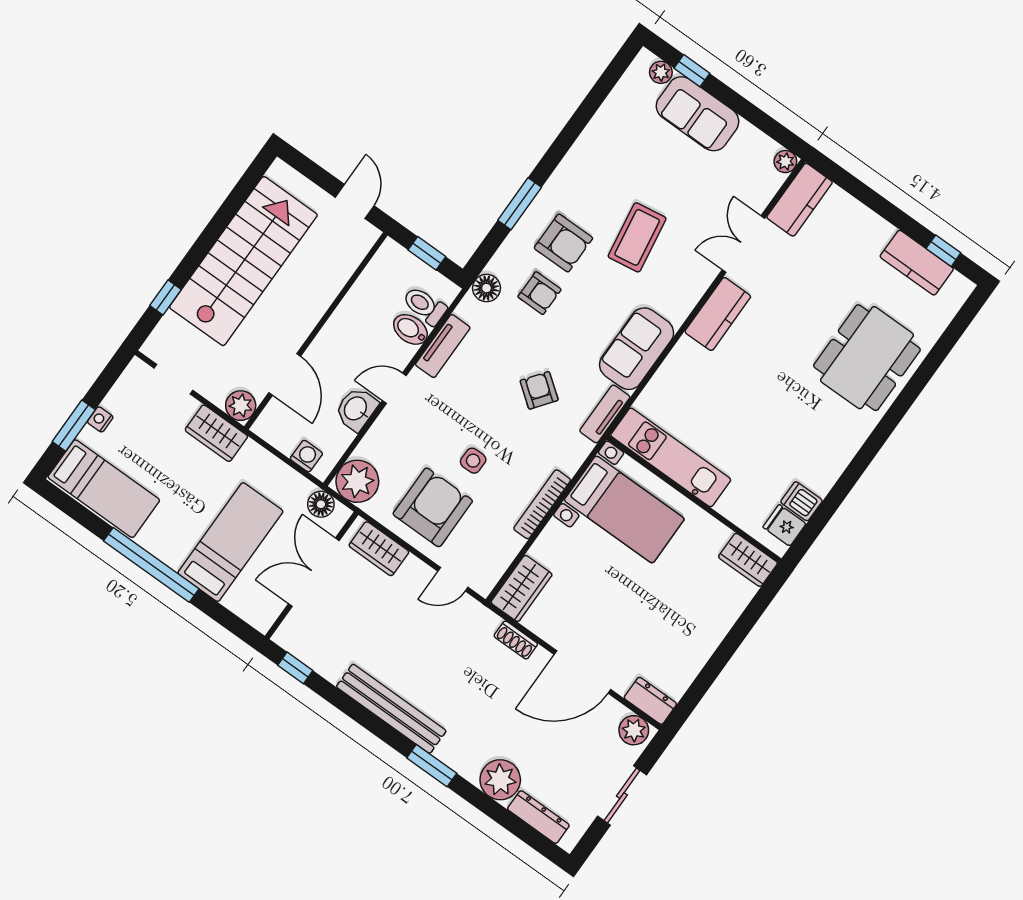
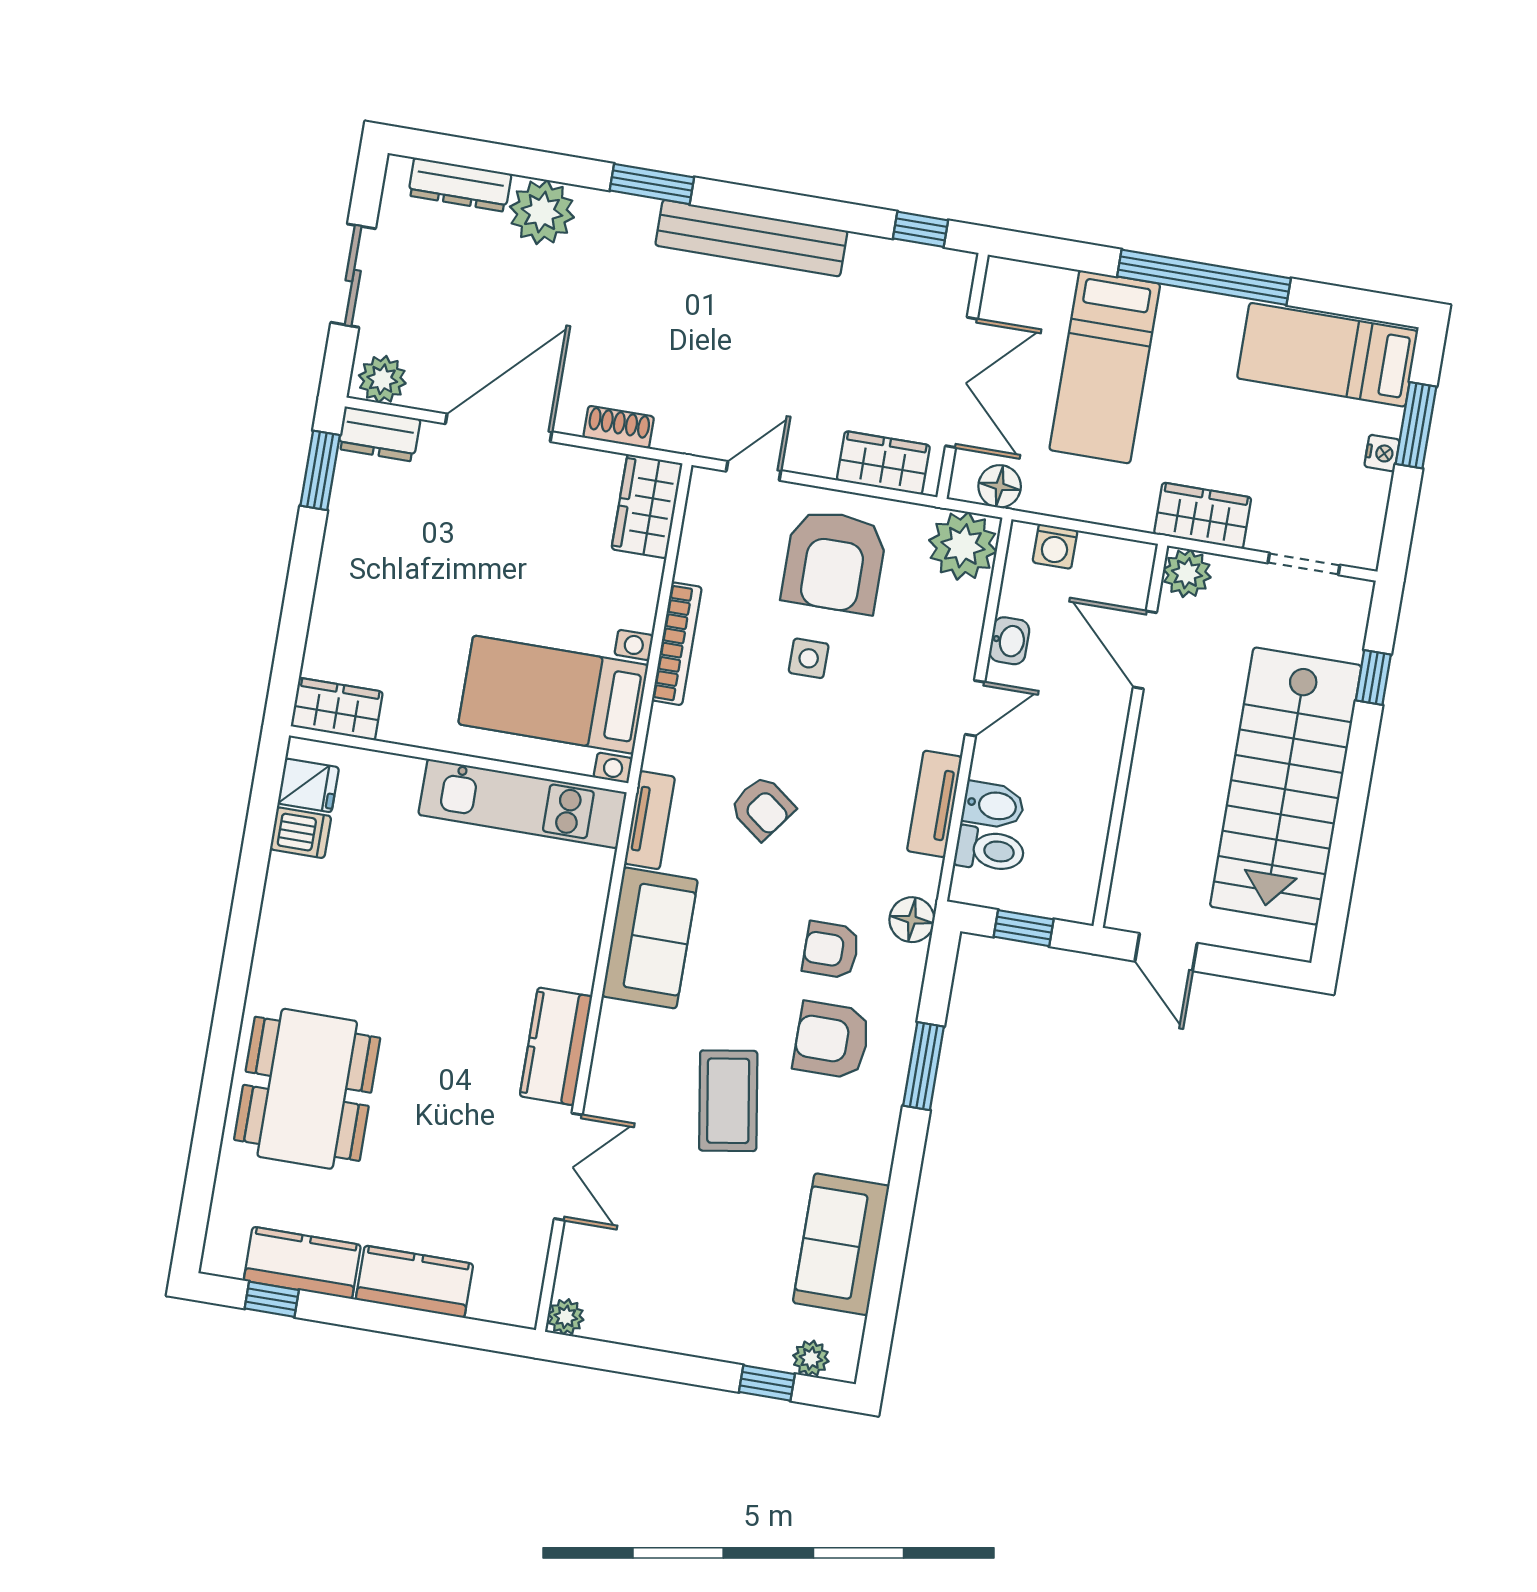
sofa: (698, 114) -> (841, 1244), moved, turned -90
kitchen counter: (800, 200) -> (414, 1282), moved, turned 90
washbasin: (356, 409) -> (1009, 641), width x0.72, depth x0.69
window: (693, 697) -> (320, 470), added

